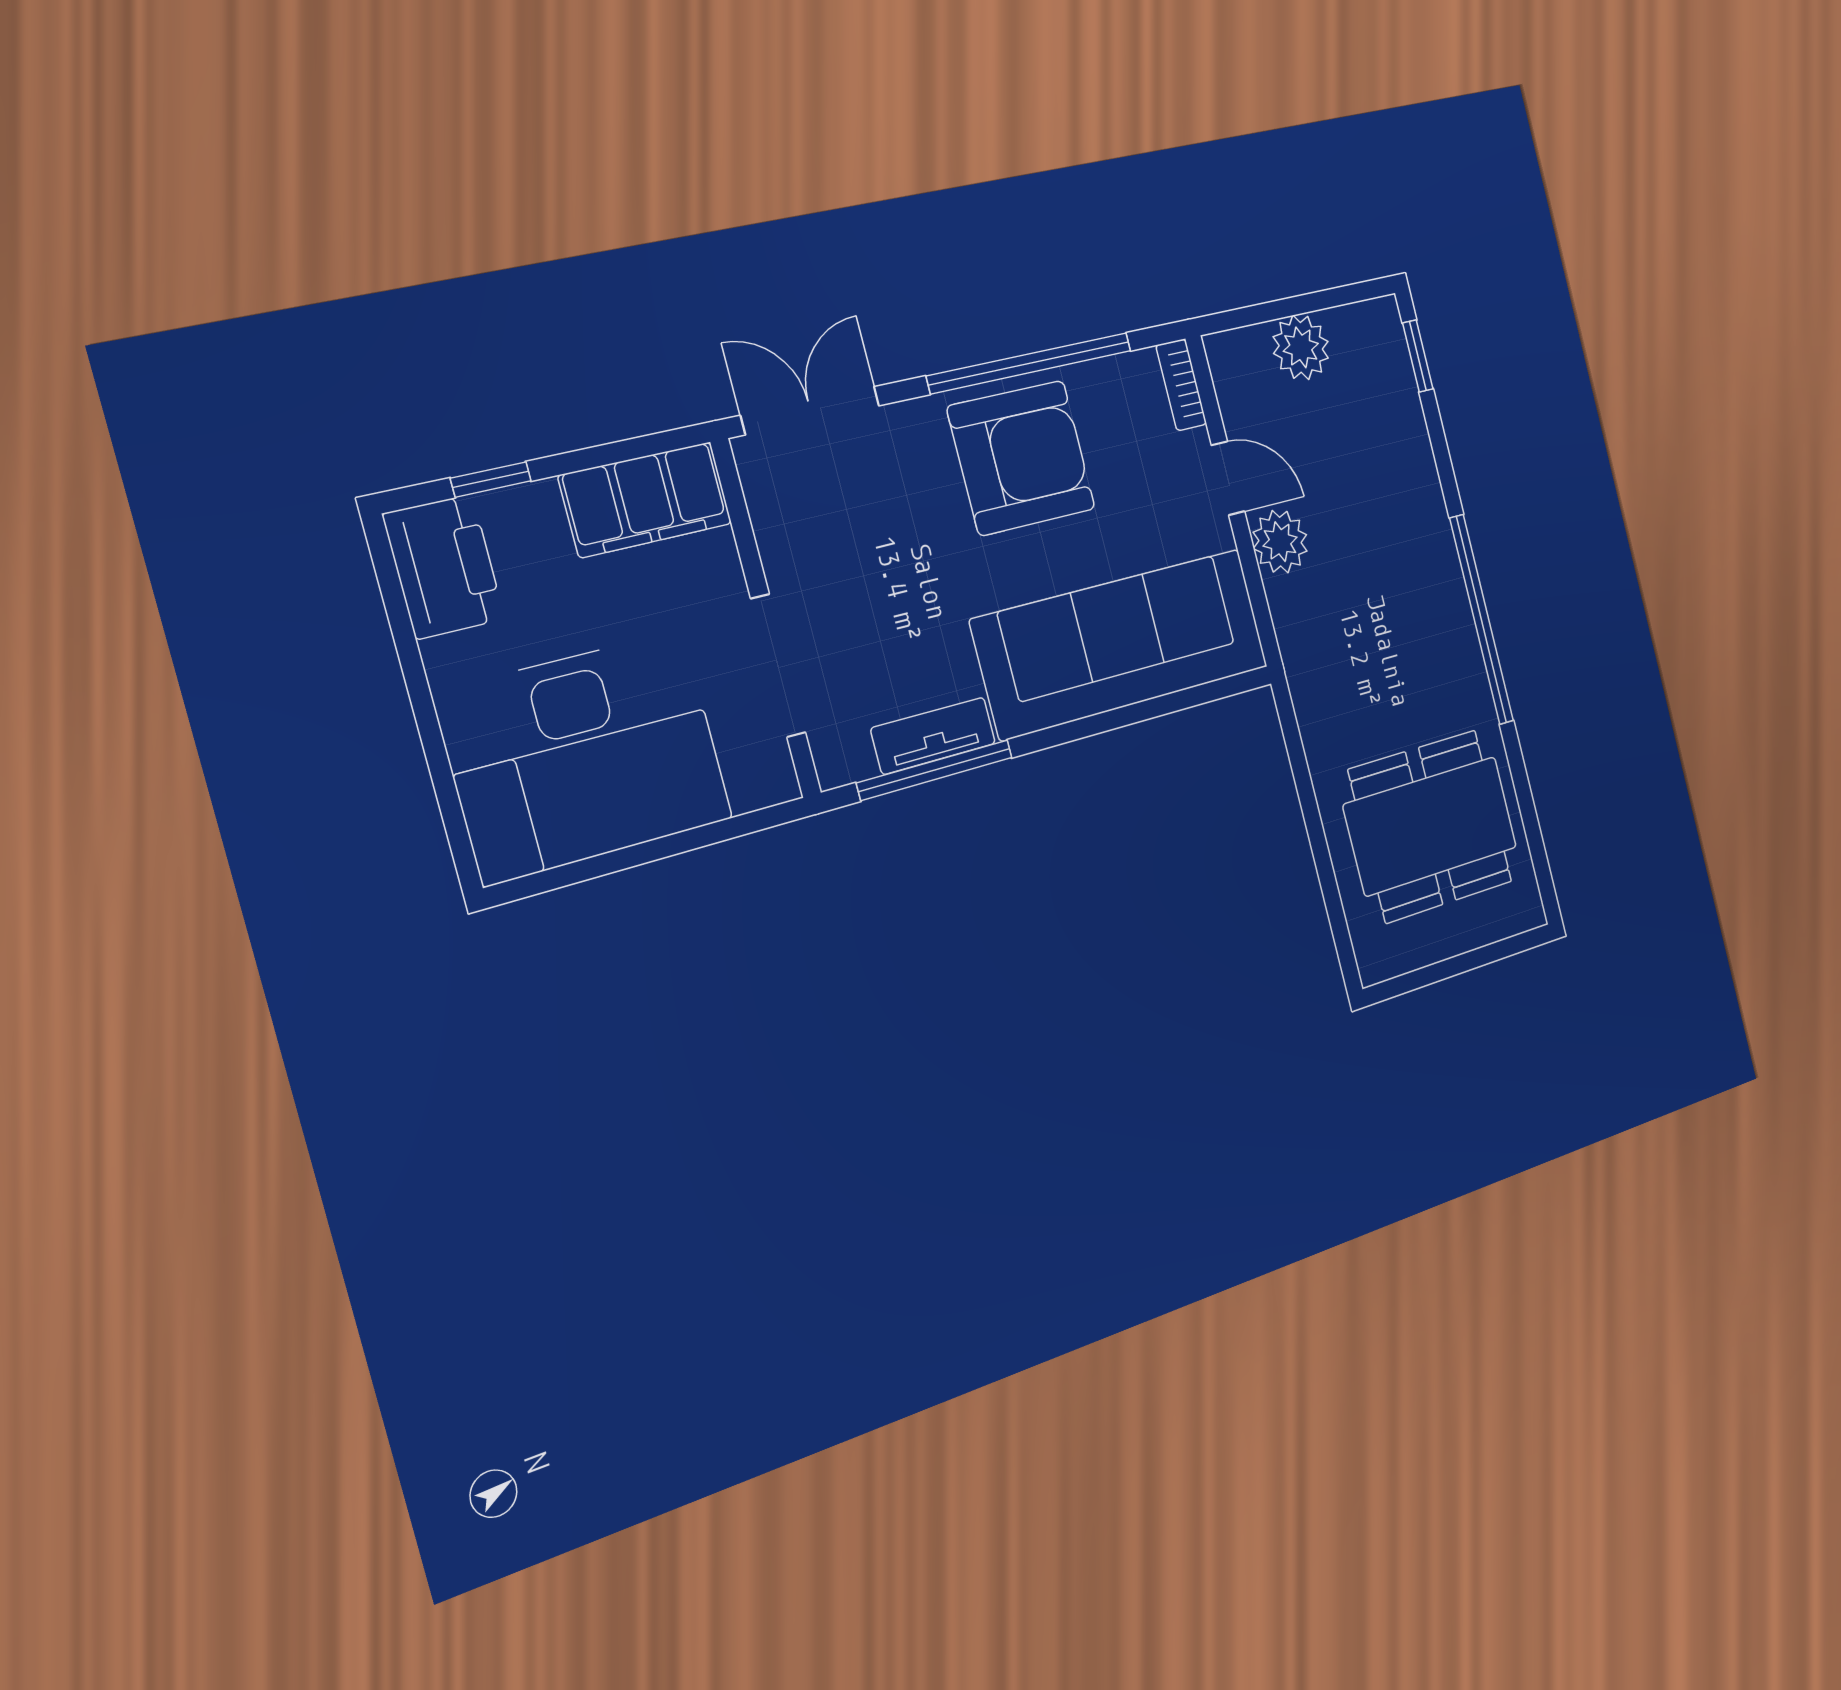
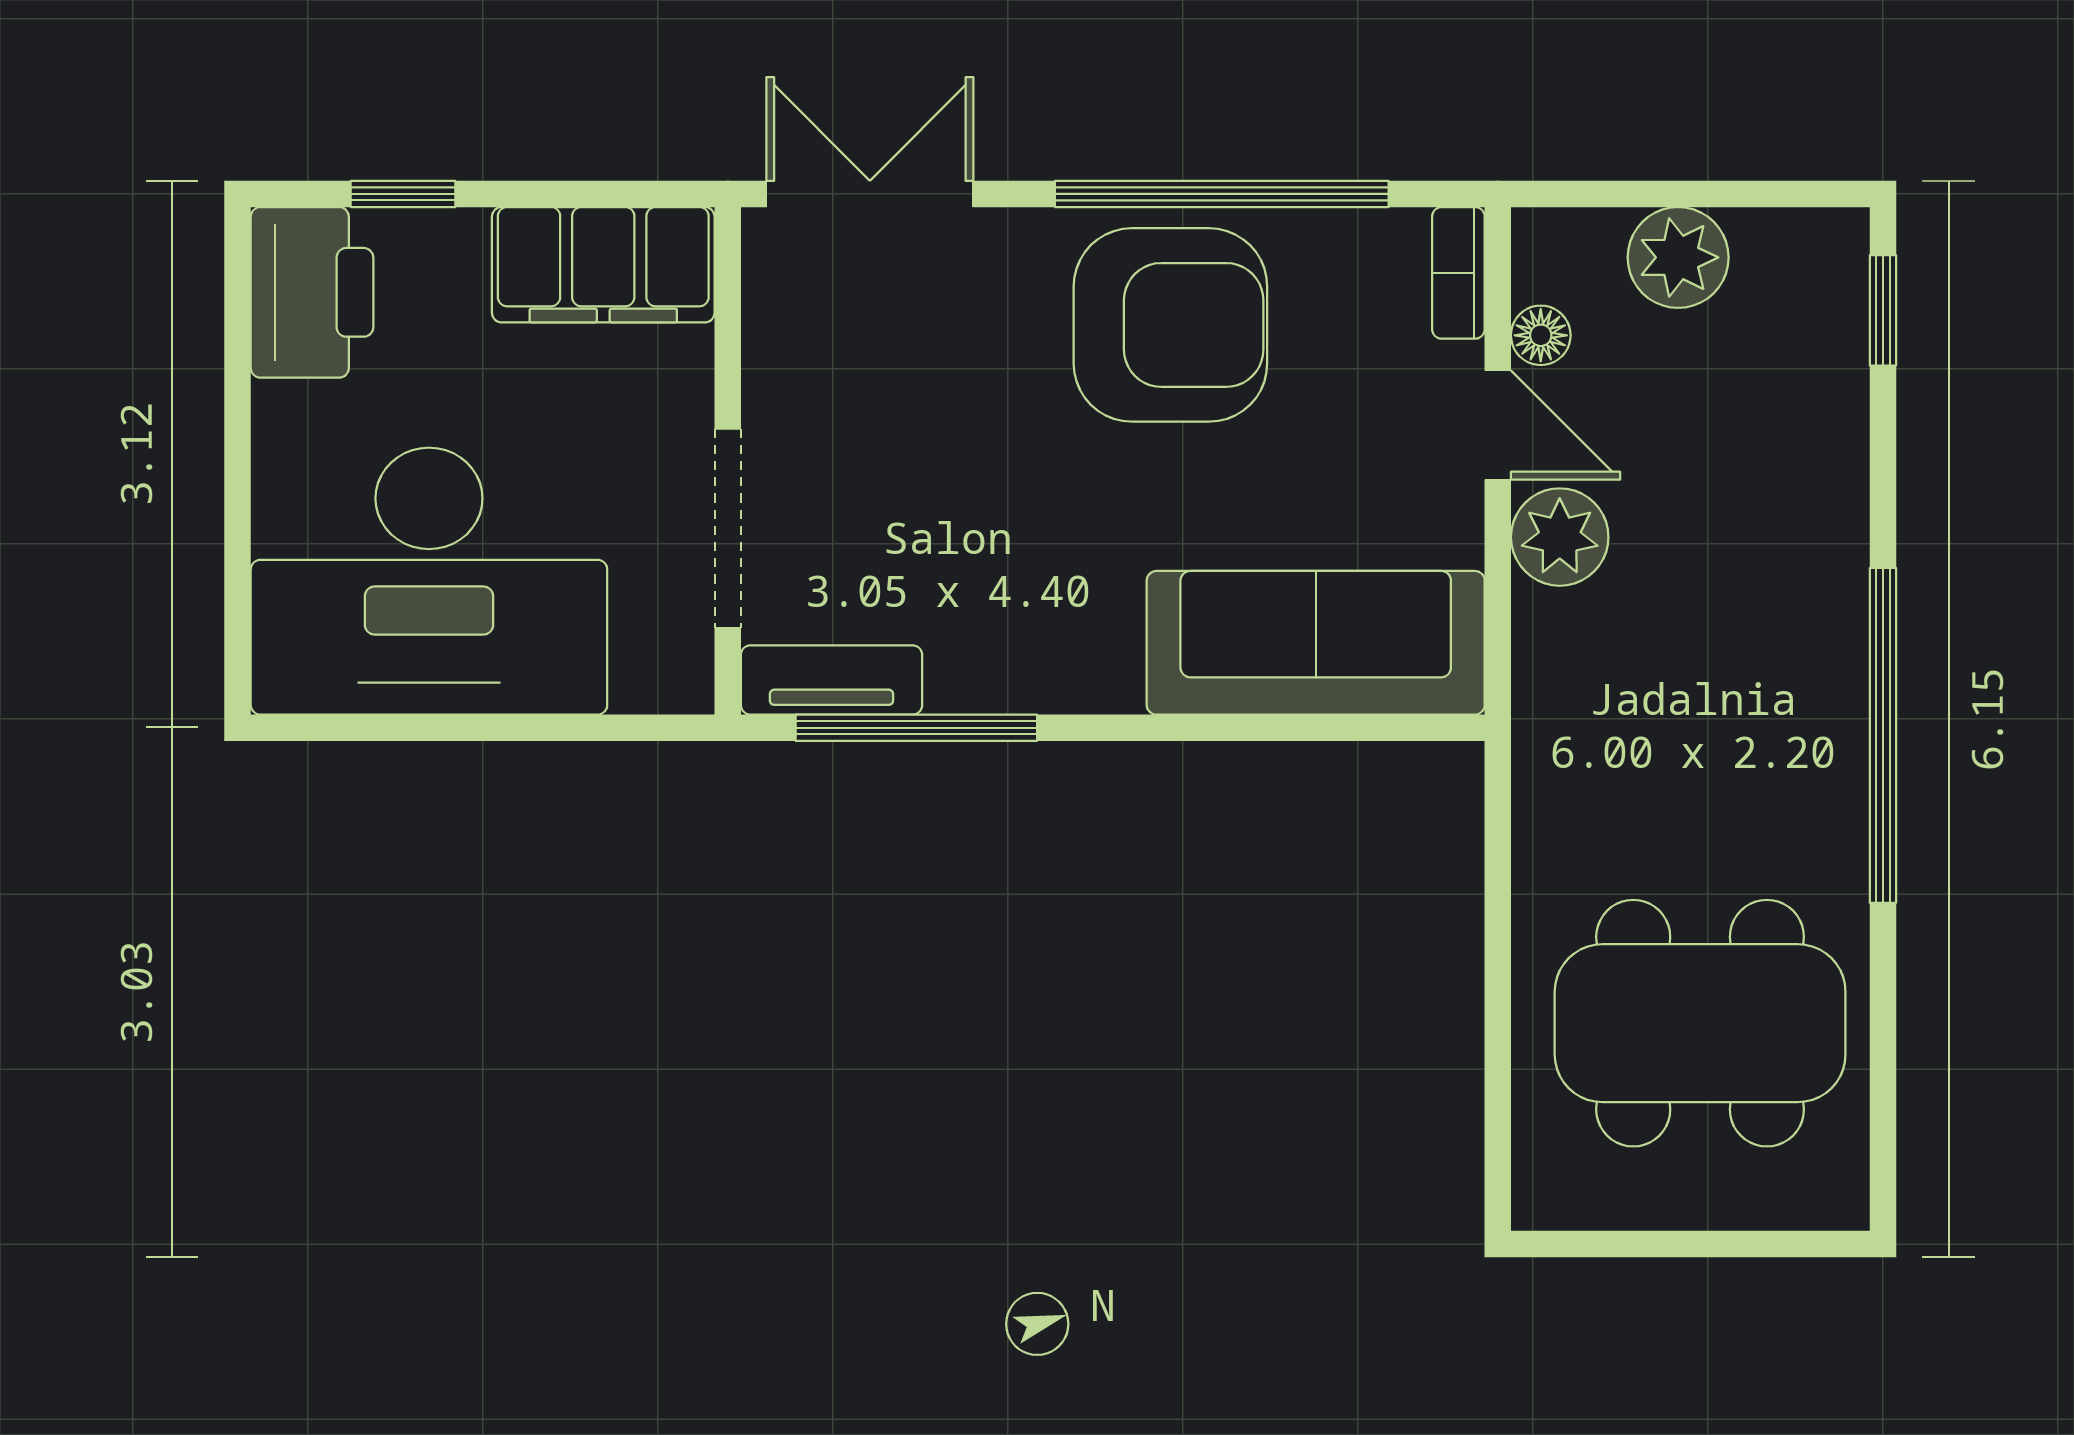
floor lamp: (1238, 415) -> (1541, 335), added
sofa: (1122, 644) -> (1316, 643), width x0.74, depth x0.79
tv unit: (933, 736) -> (832, 680), moved

